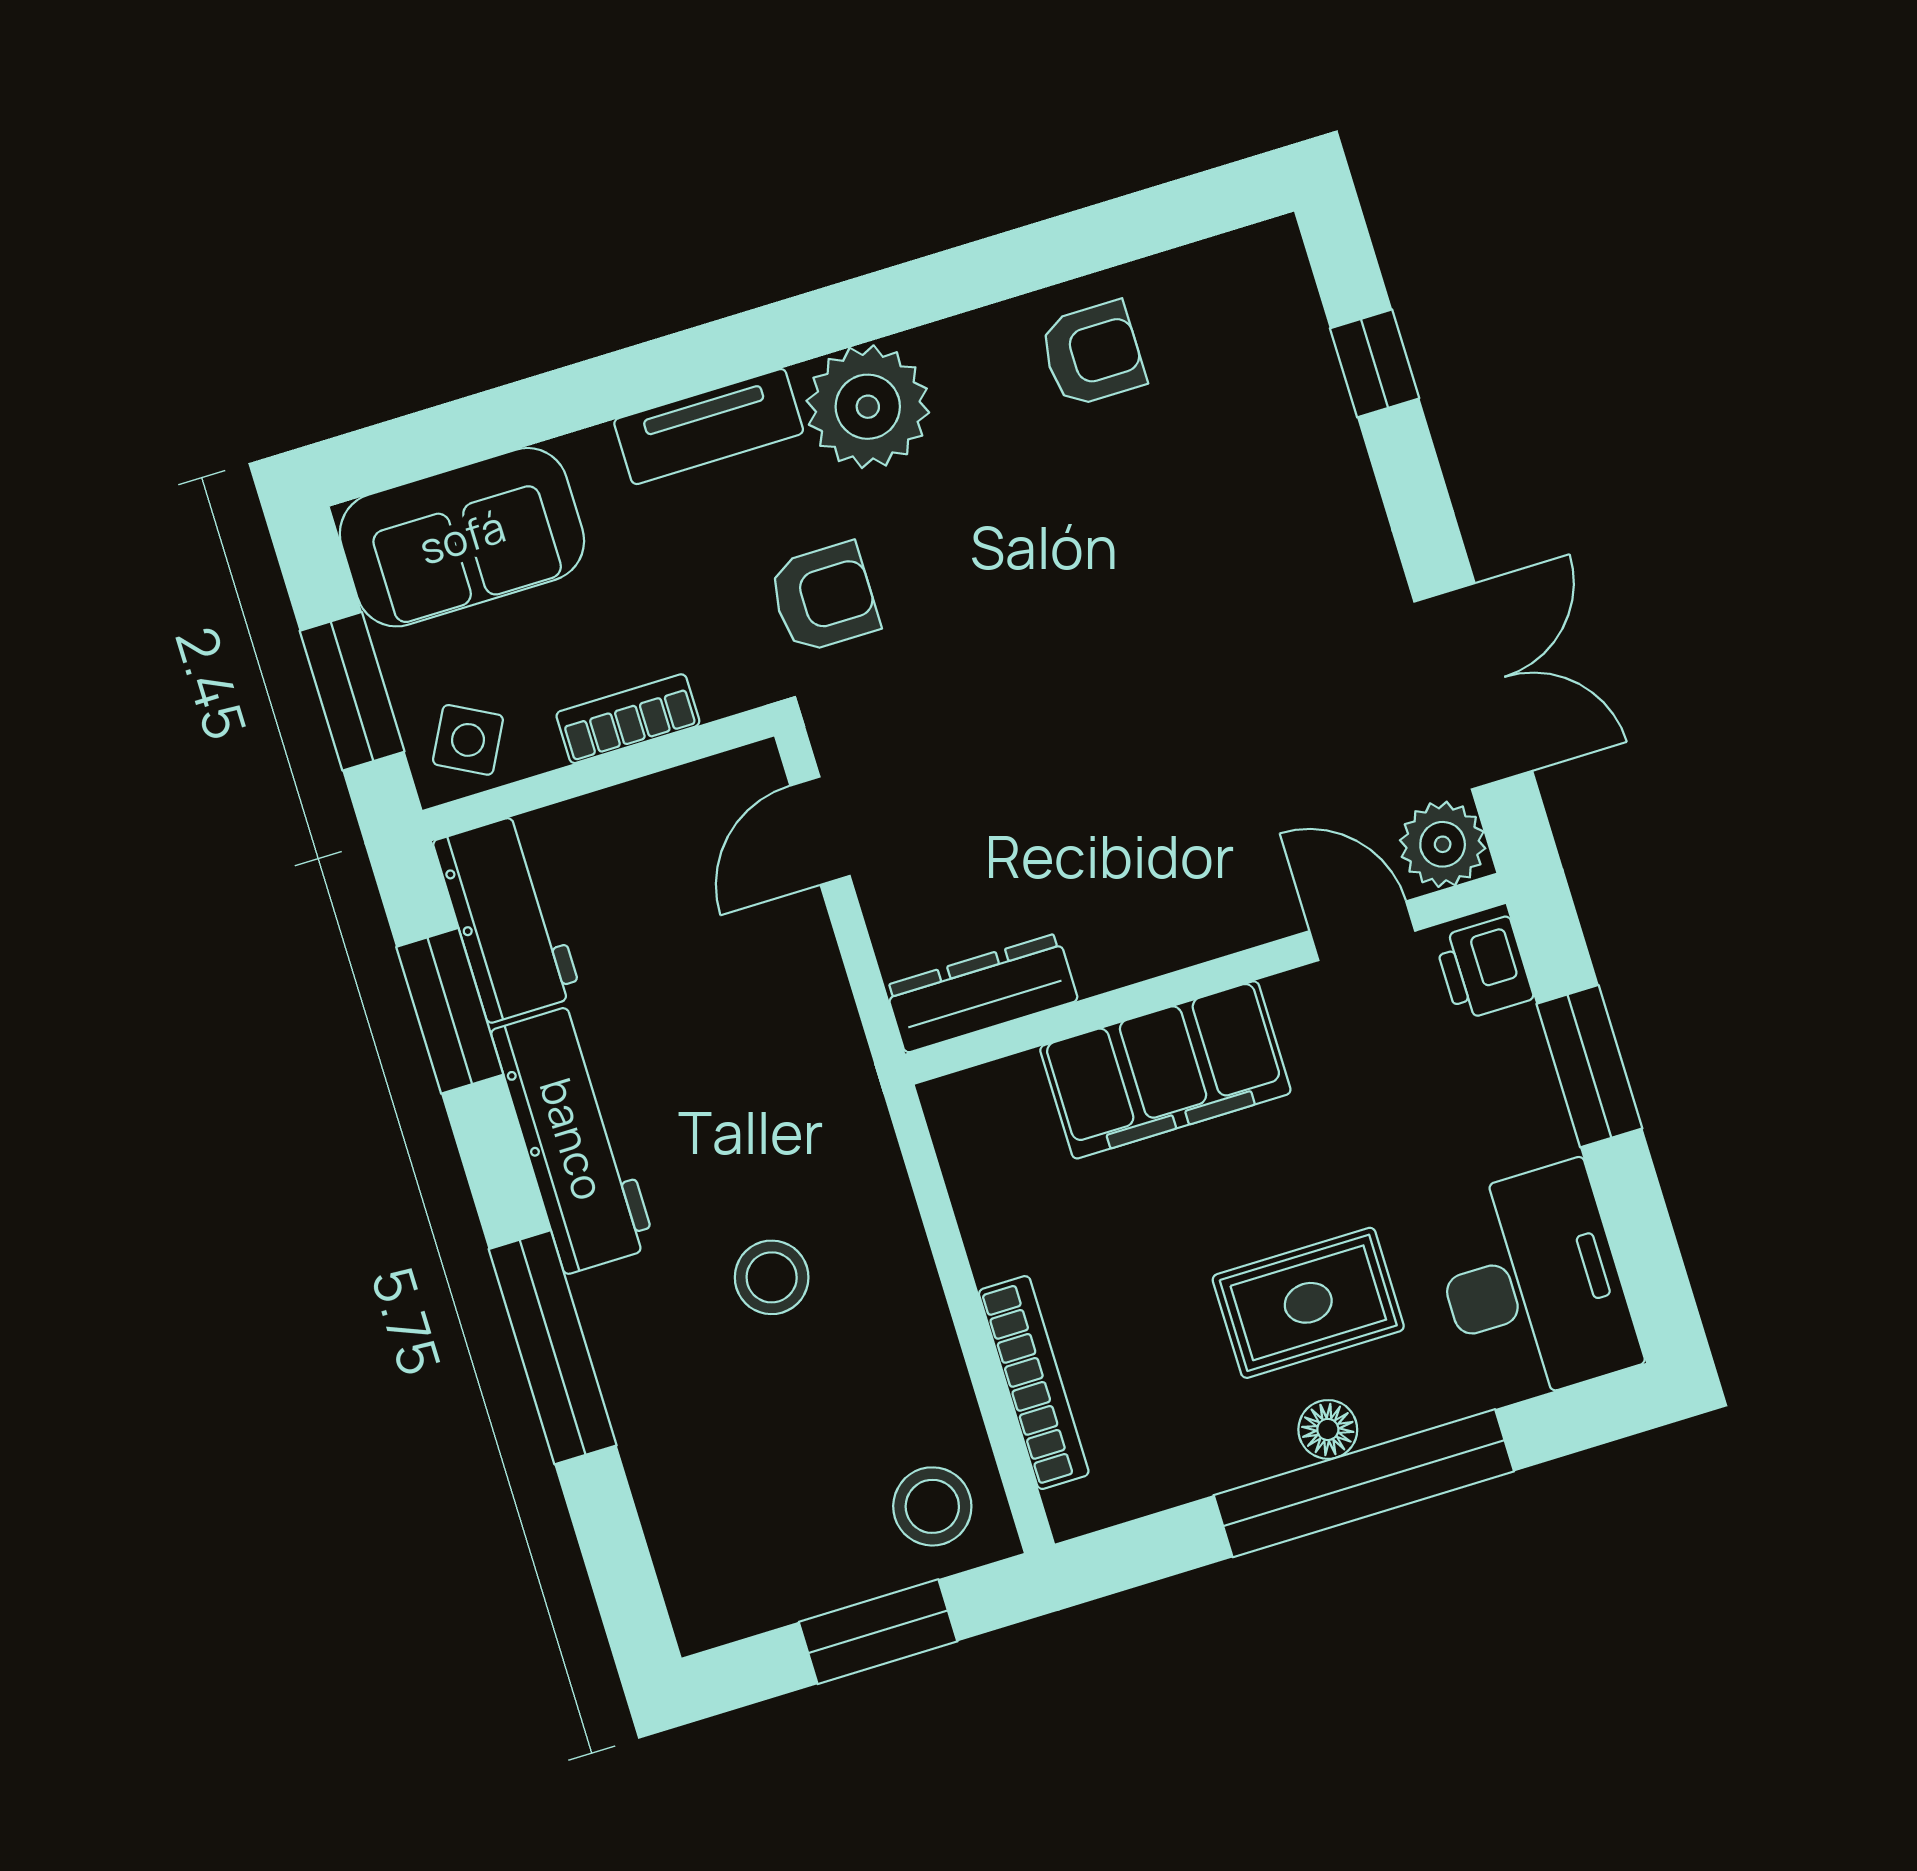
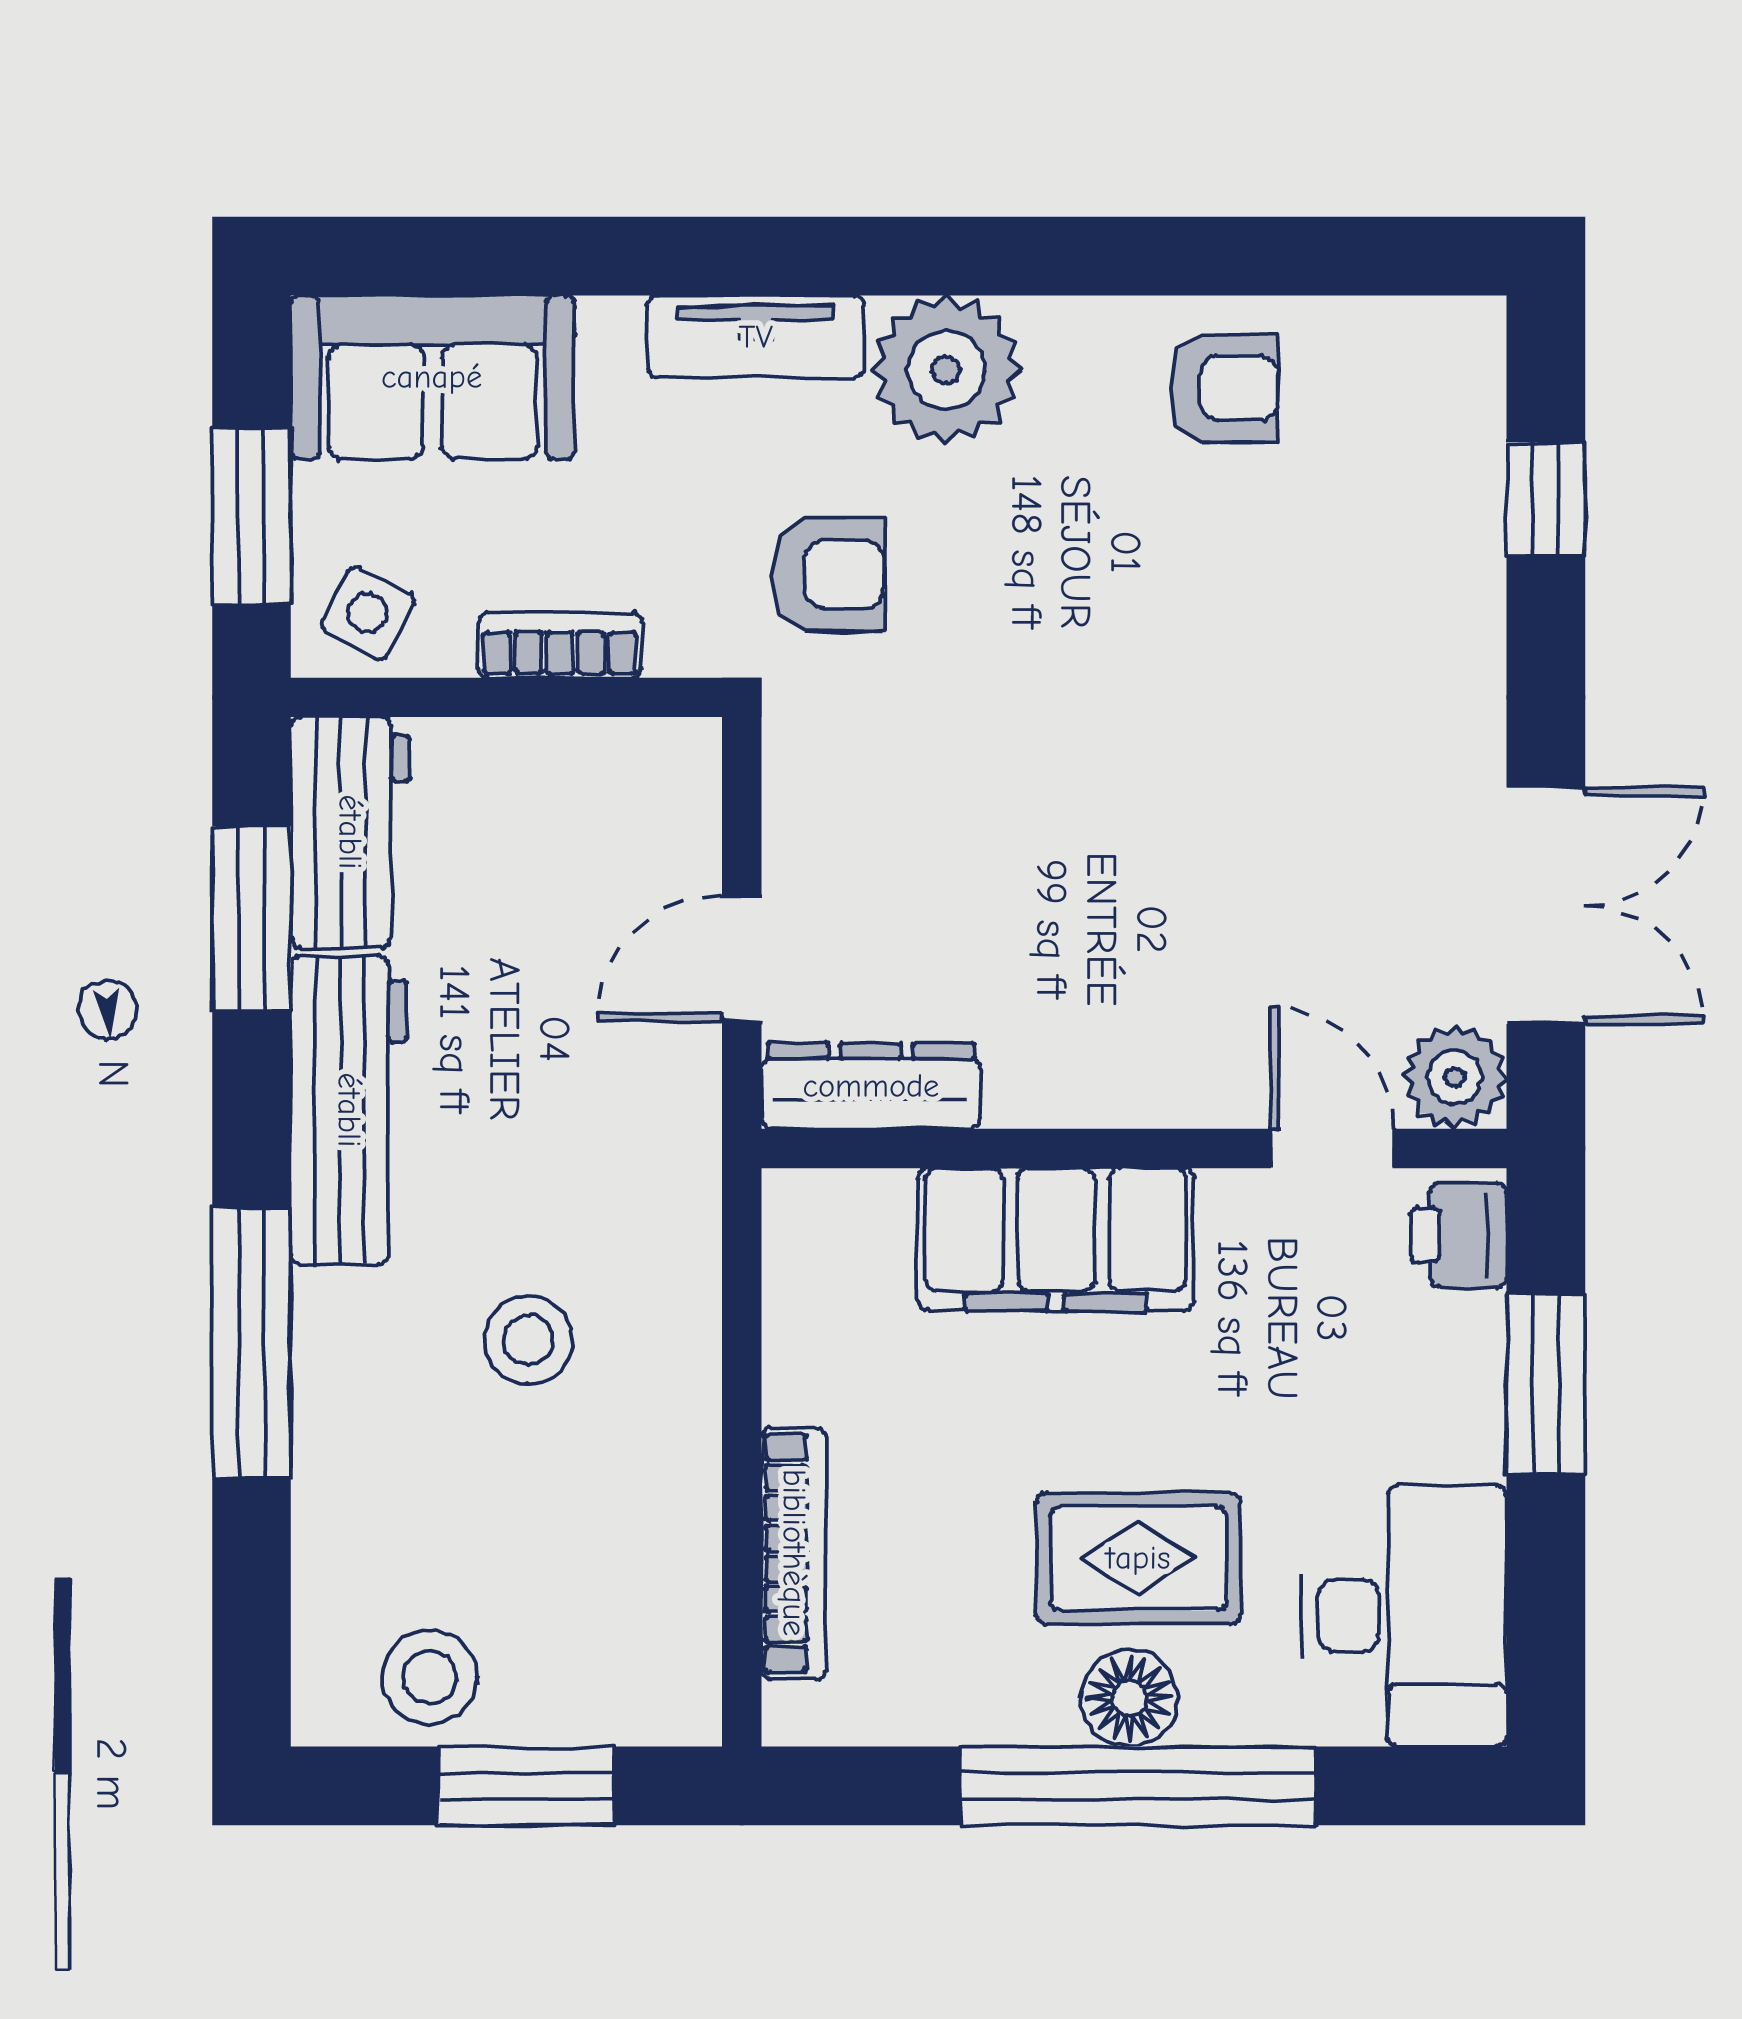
door: (820, 831) -> (742, 958), moved
floor lamp: (1328, 1429) -> (1129, 1698), width x1.37, depth x1.37
stool: (932, 1506) -> (430, 1677), moved

